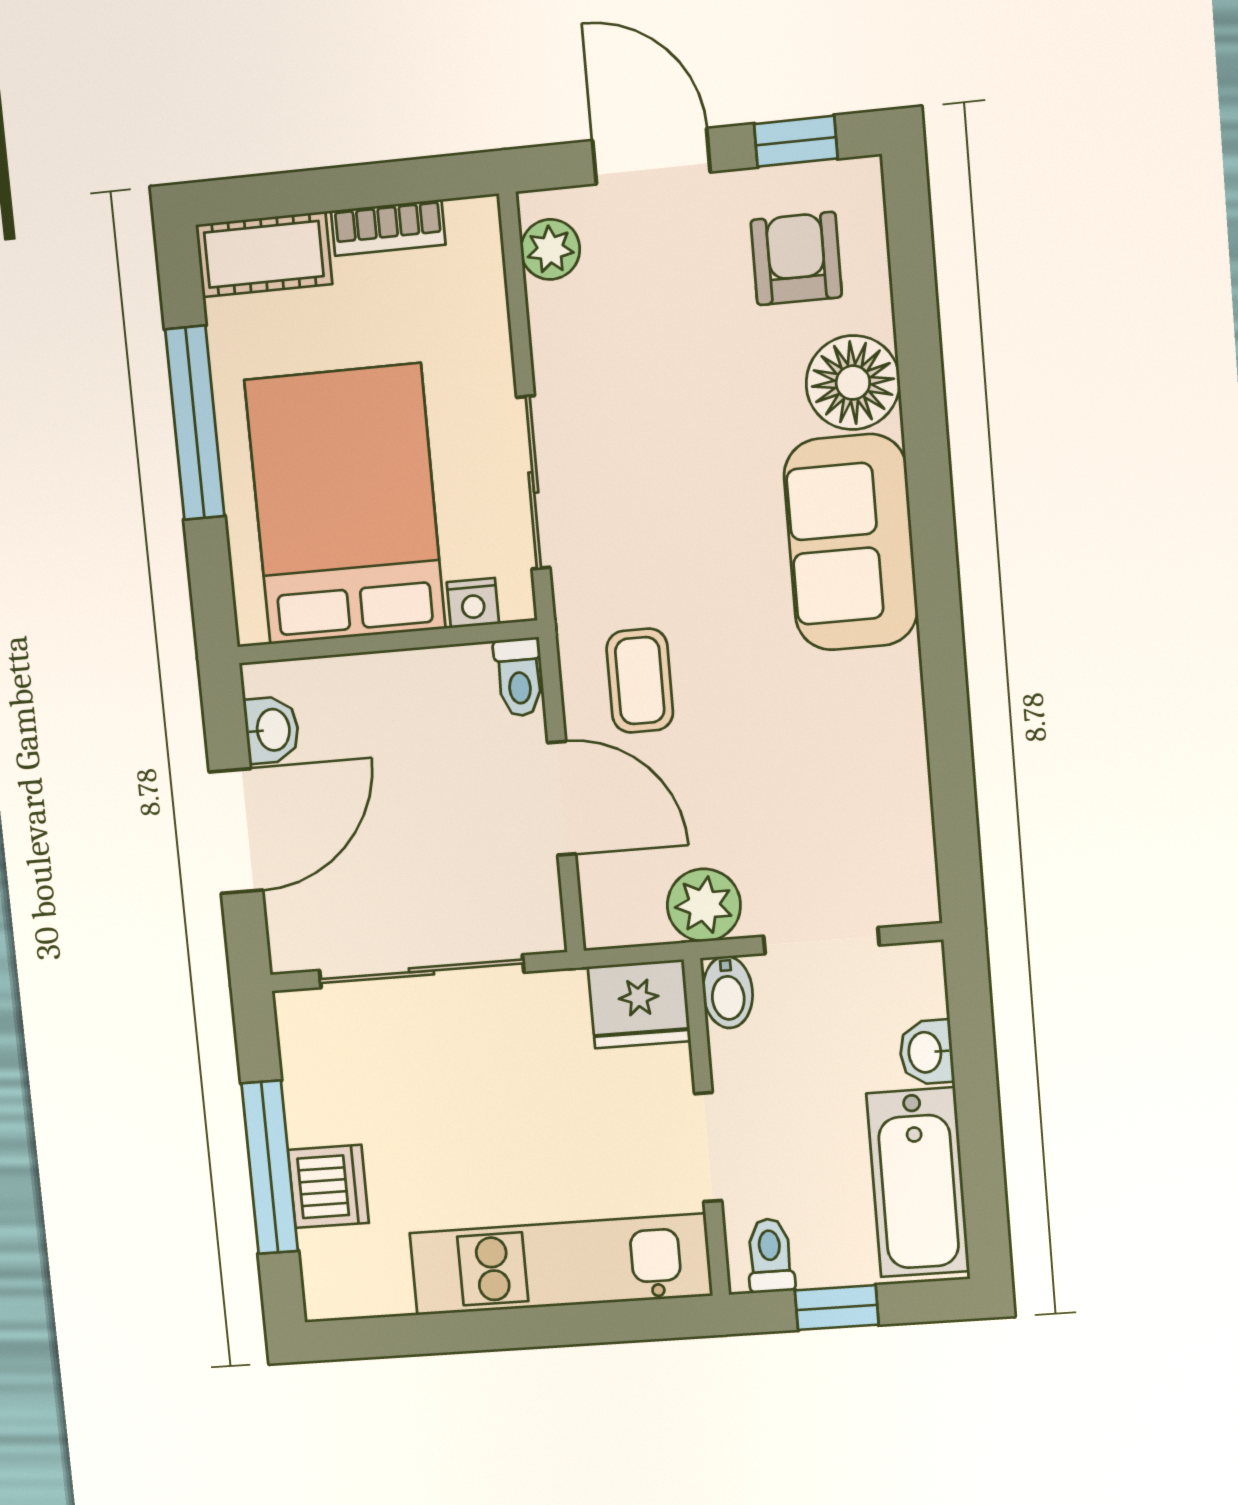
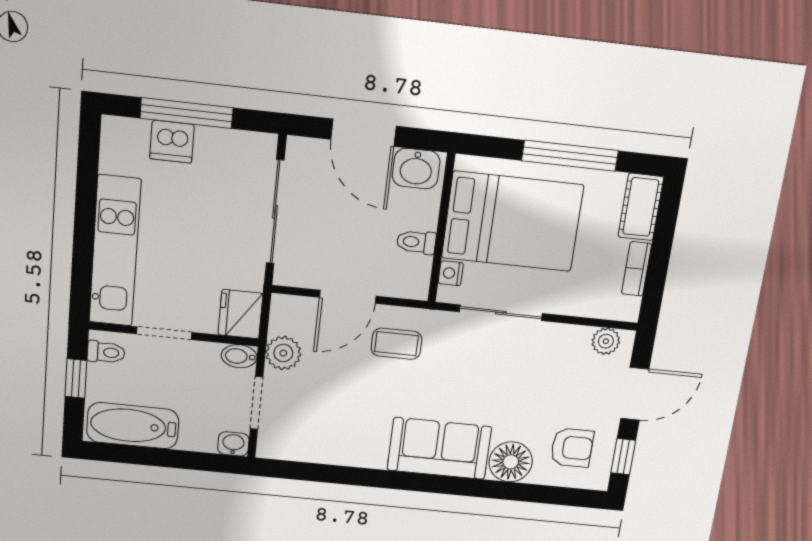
toilet: (519, 677) -> (416, 242), moved
washbasin: (272, 730) -> (416, 169), width x1.38, depth x1.45
washbasin: (926, 1052) -> (233, 444), moved

